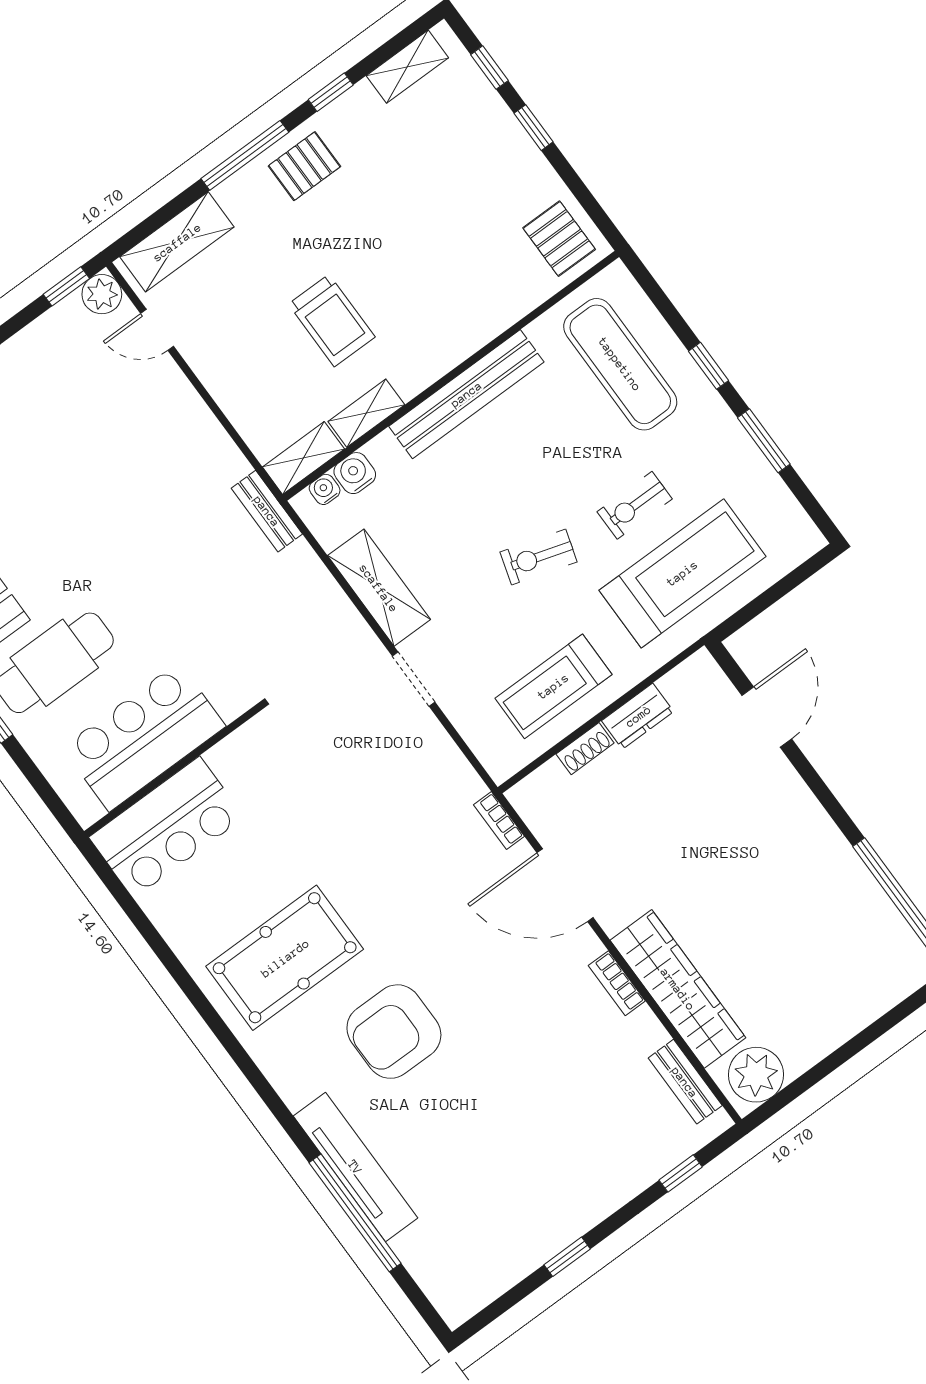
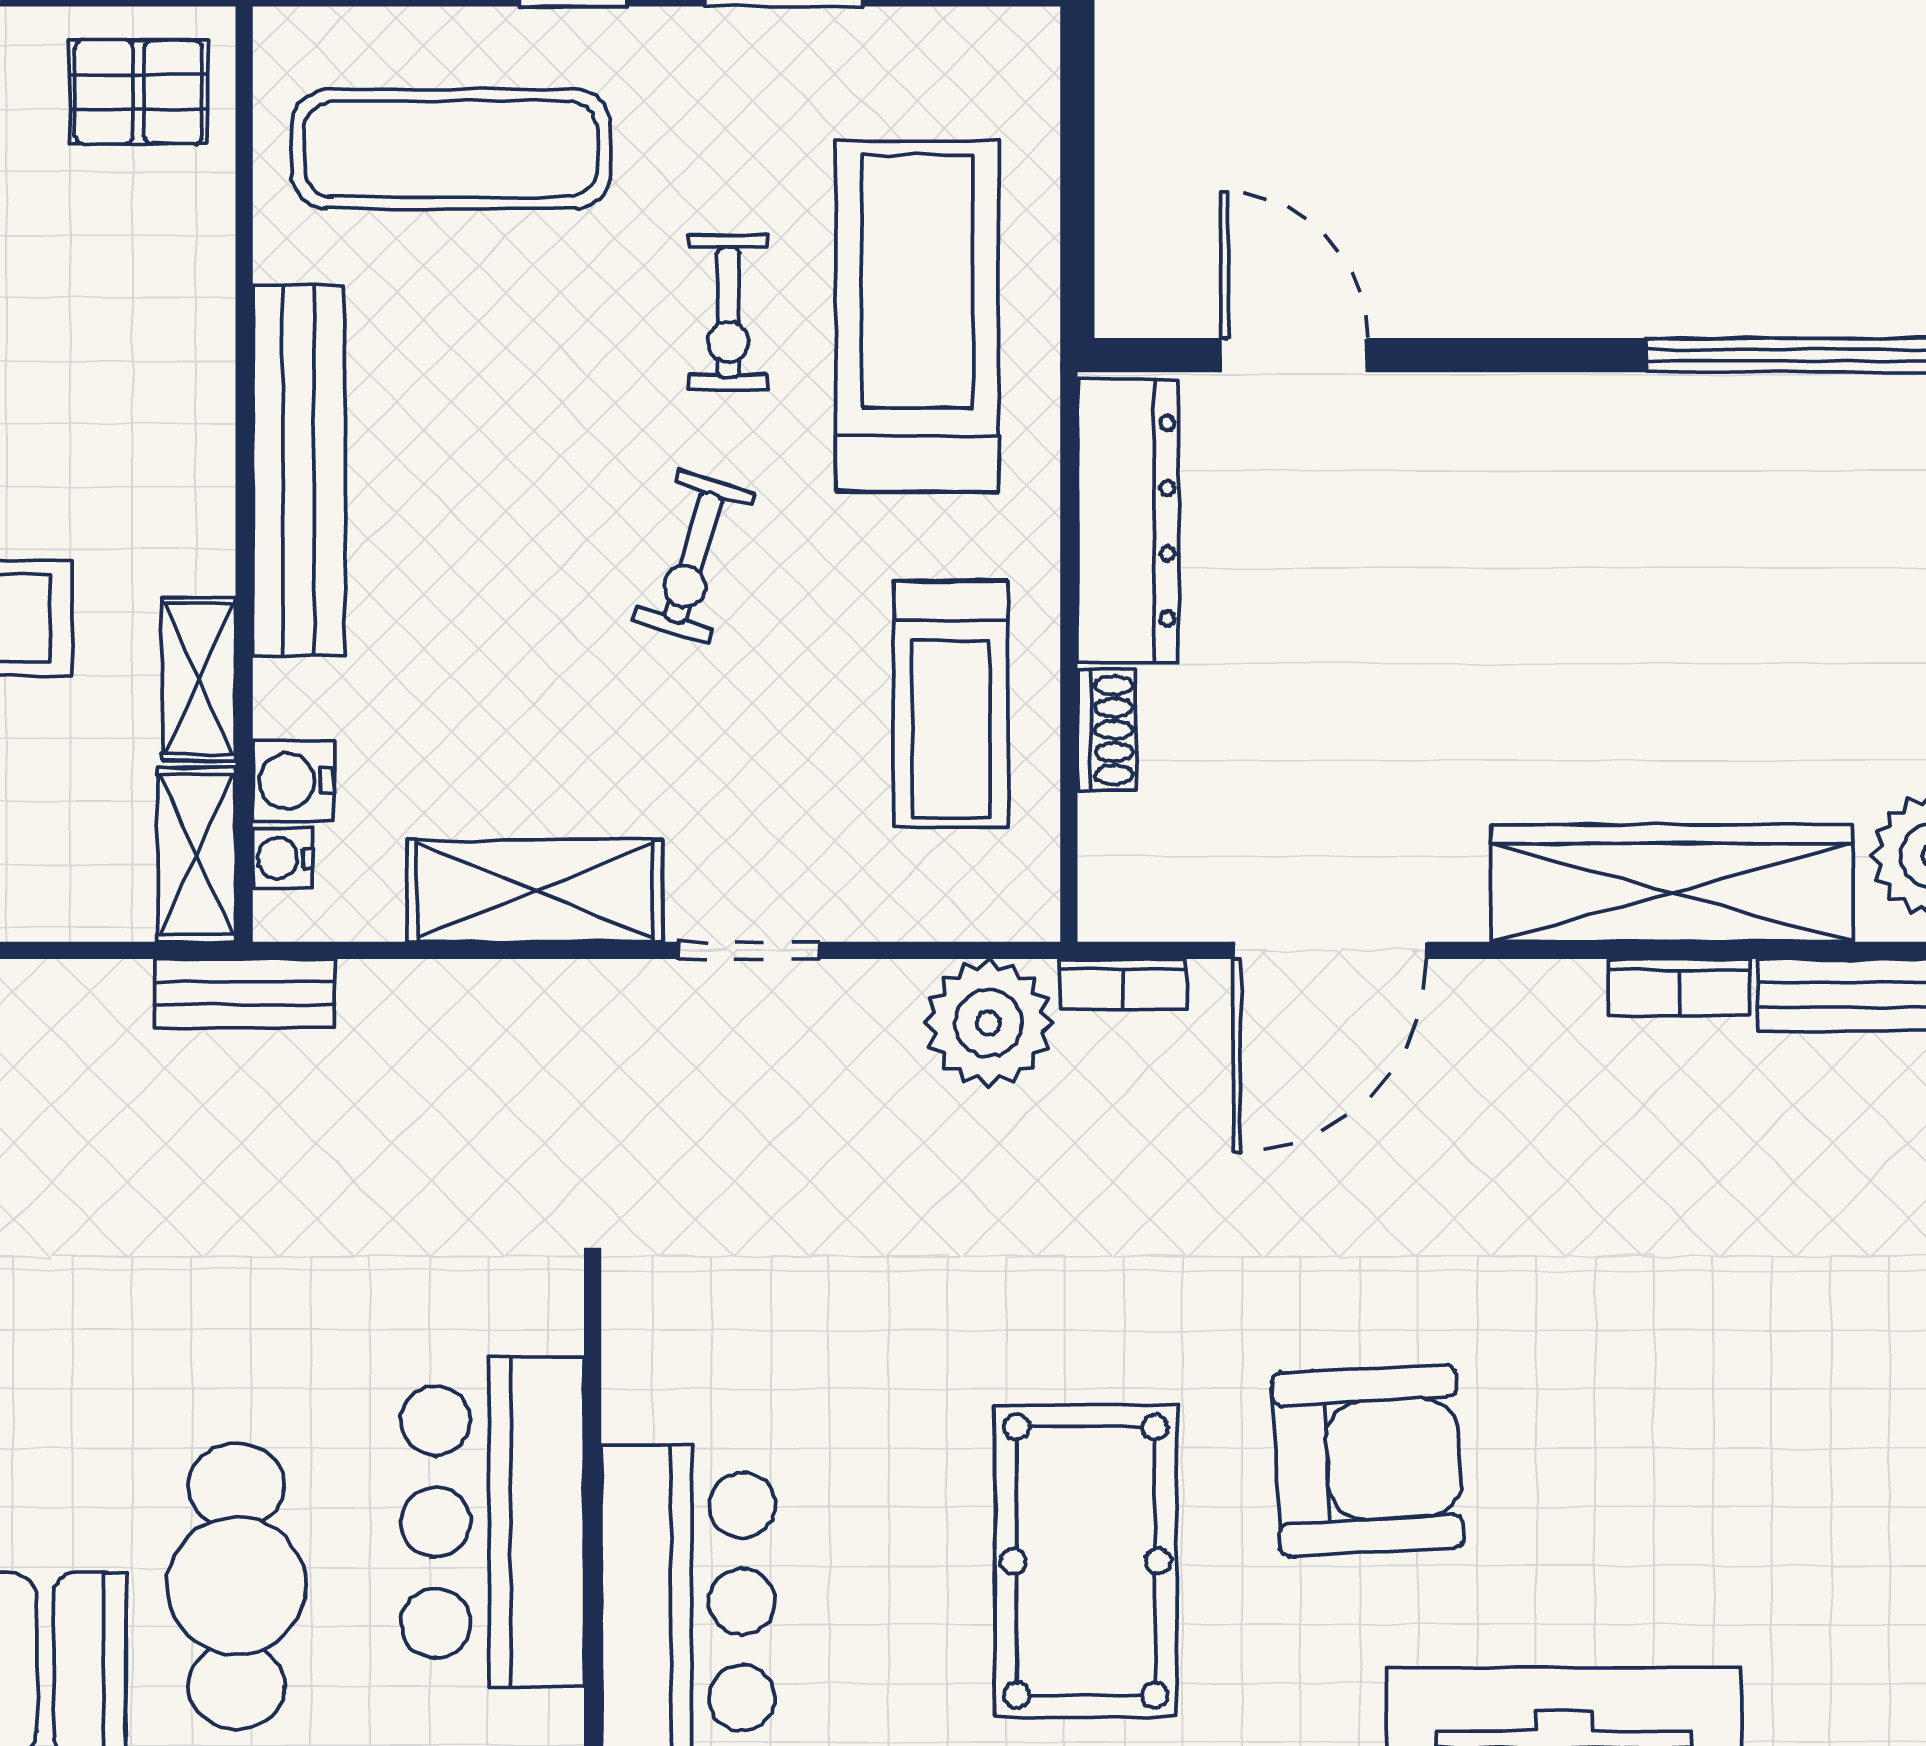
dresser: (638, 716) -> (1128, 521), width x1.96, depth x1.24
plant: (450, 783) -> (989, 1023), added
bookcase: (617, 983) -> (1679, 987), moved
armchair: (394, 1032) -> (1368, 1460), turned -93

